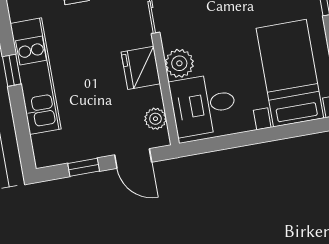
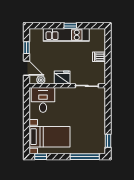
plant: (179, 63) -> (61, 93), removed
door: (133, 158) -> (27, 68), swing flipped

